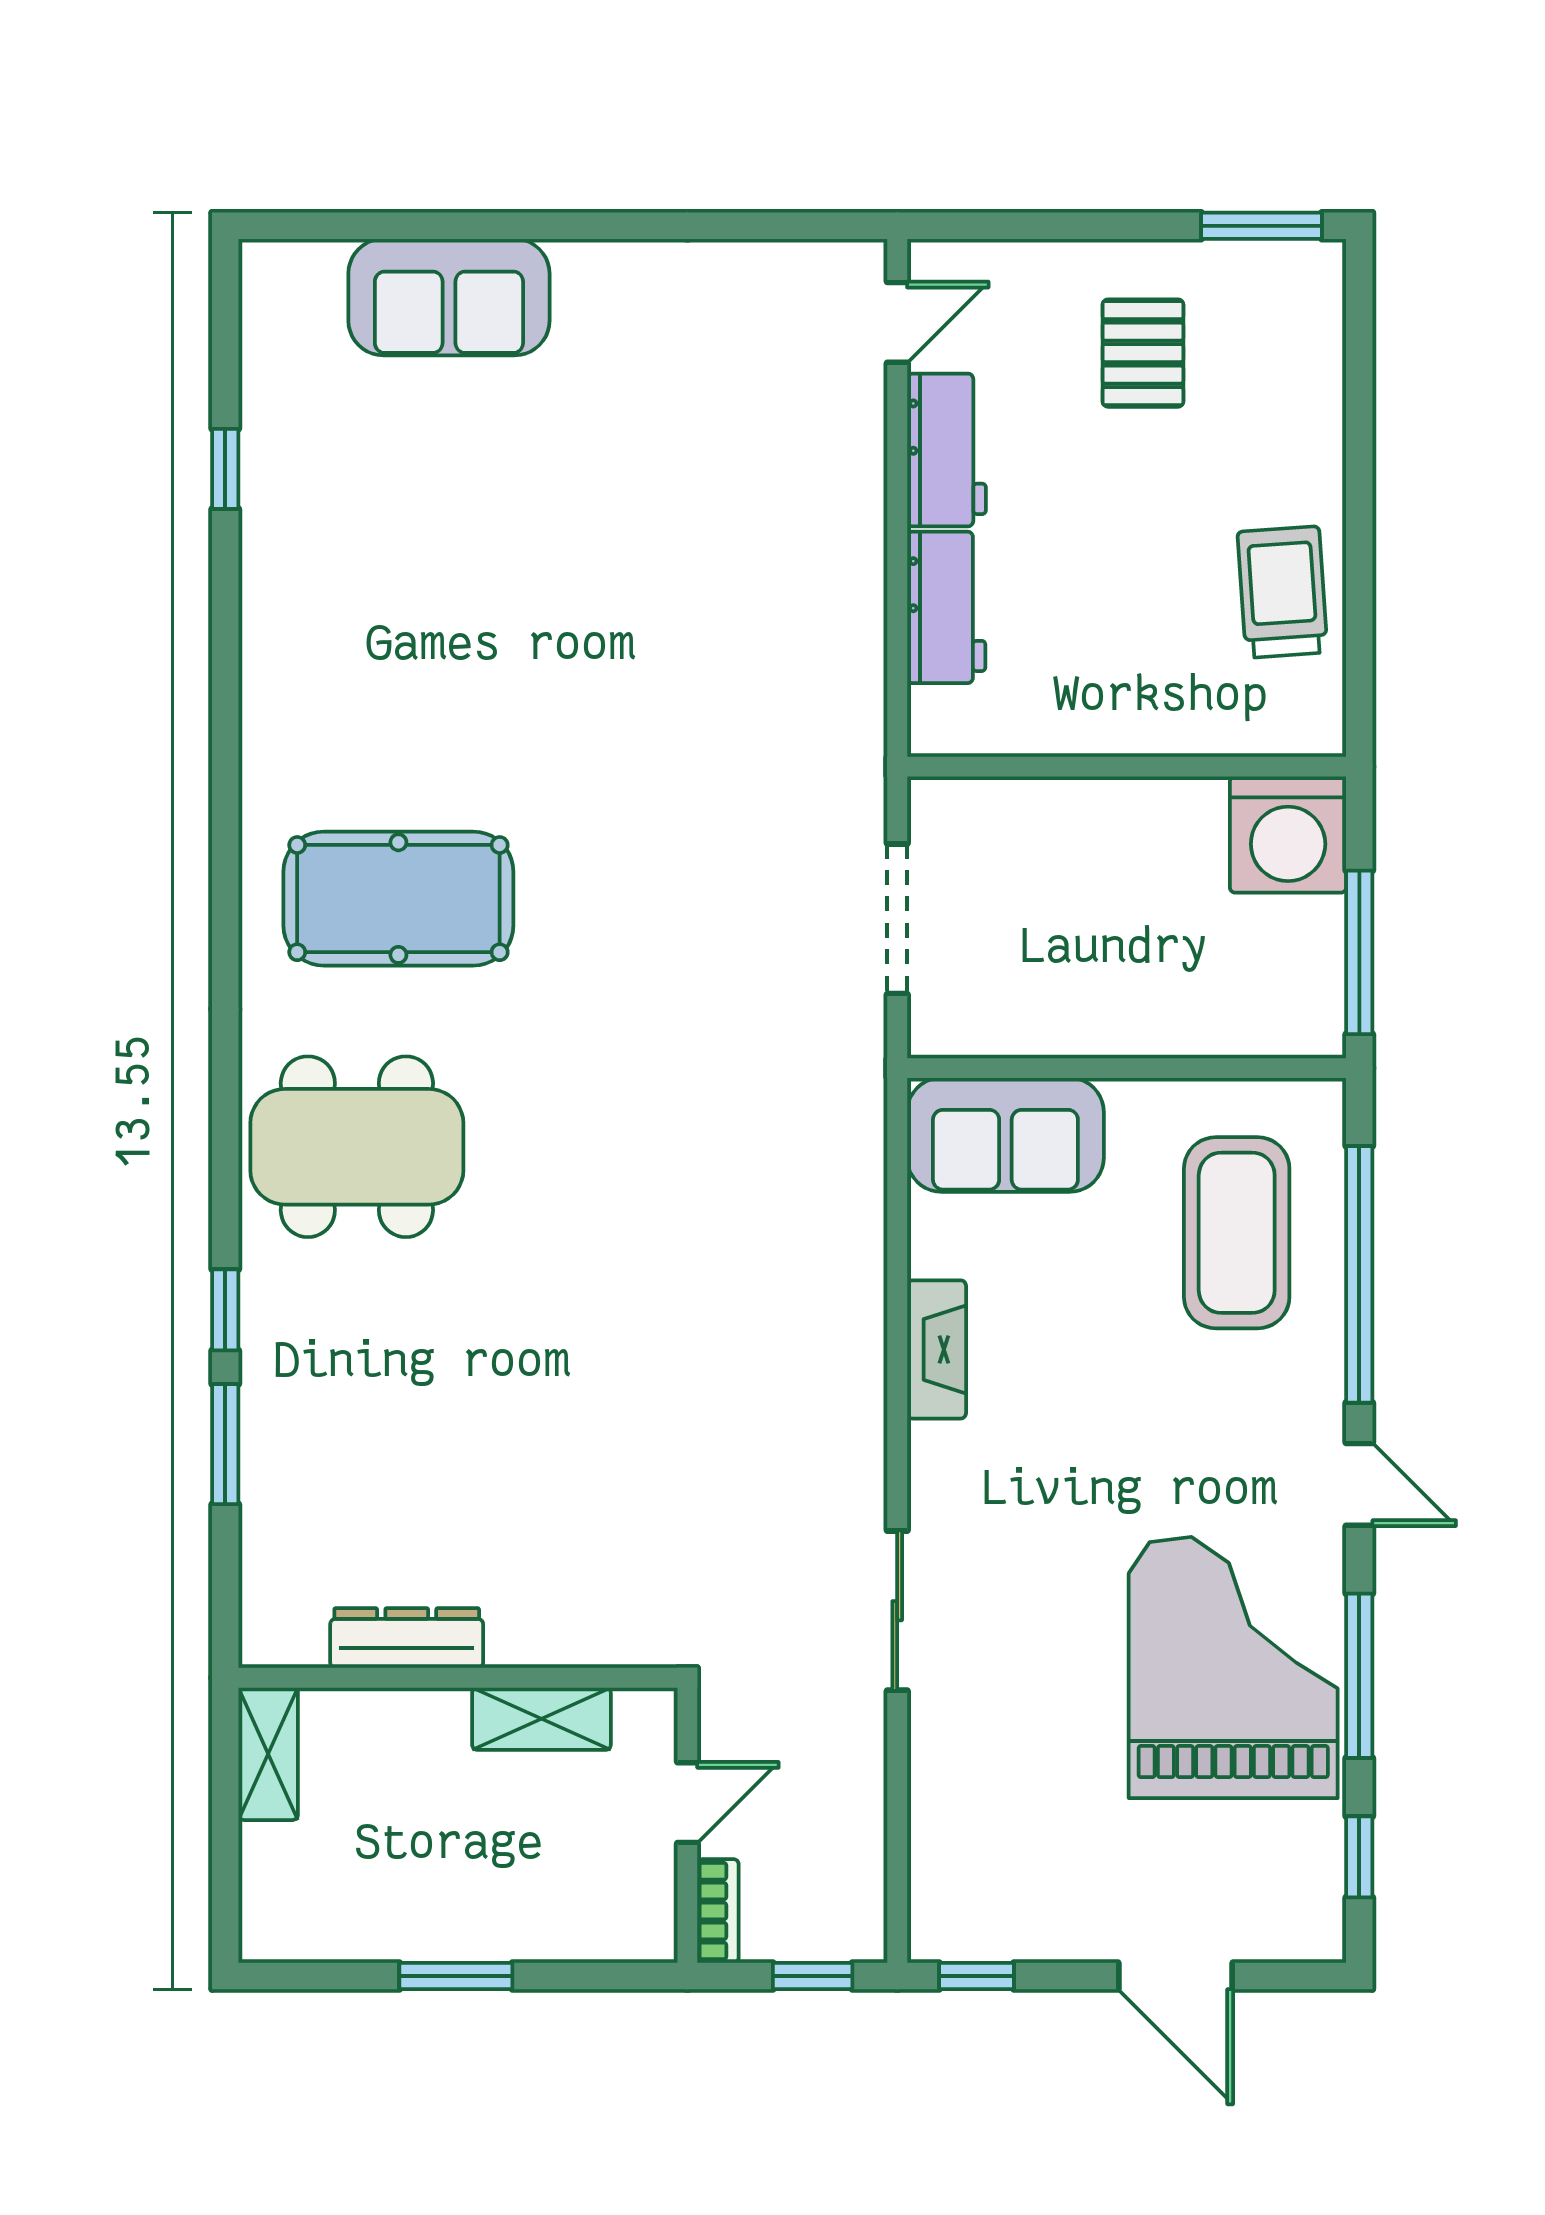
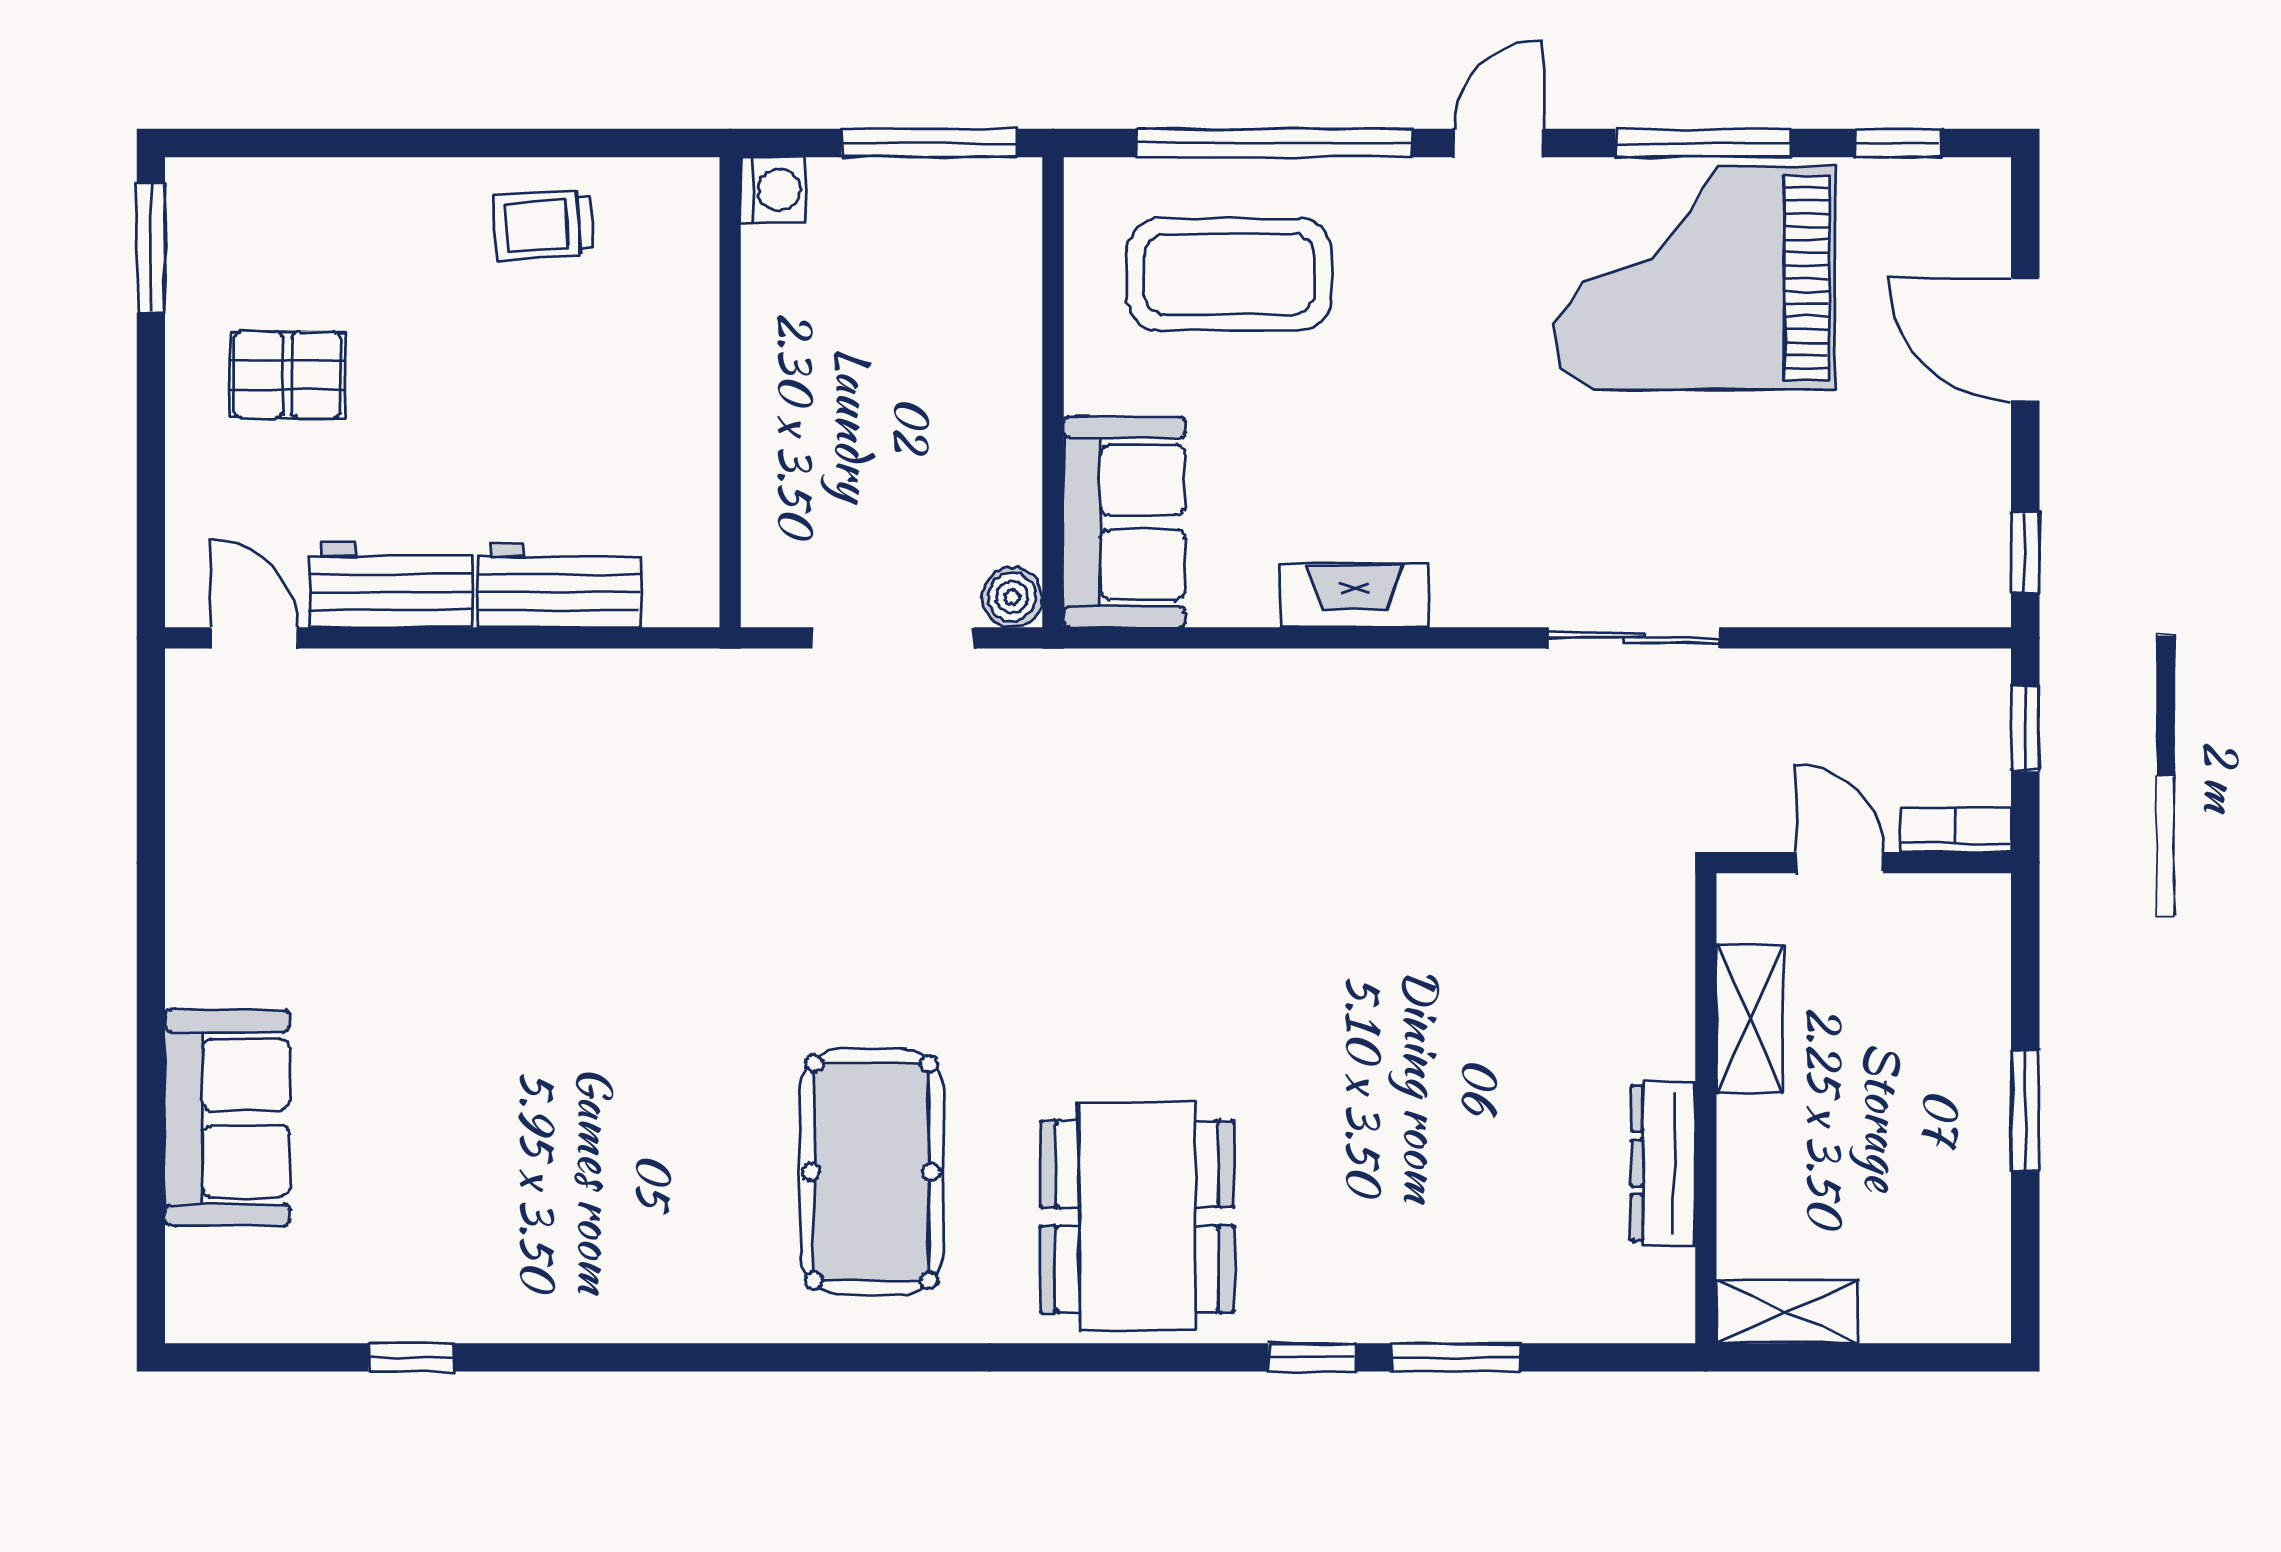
trolley: (1283, 592) -> (543, 225), width x0.73, depth x0.72
washing machine: (1288, 835) -> (774, 190), width x0.53, depth x0.53
boiler: (935, 1030) -> (1012, 597), added
door: (1175, 1976) -> (2025, 340), swing flipped

